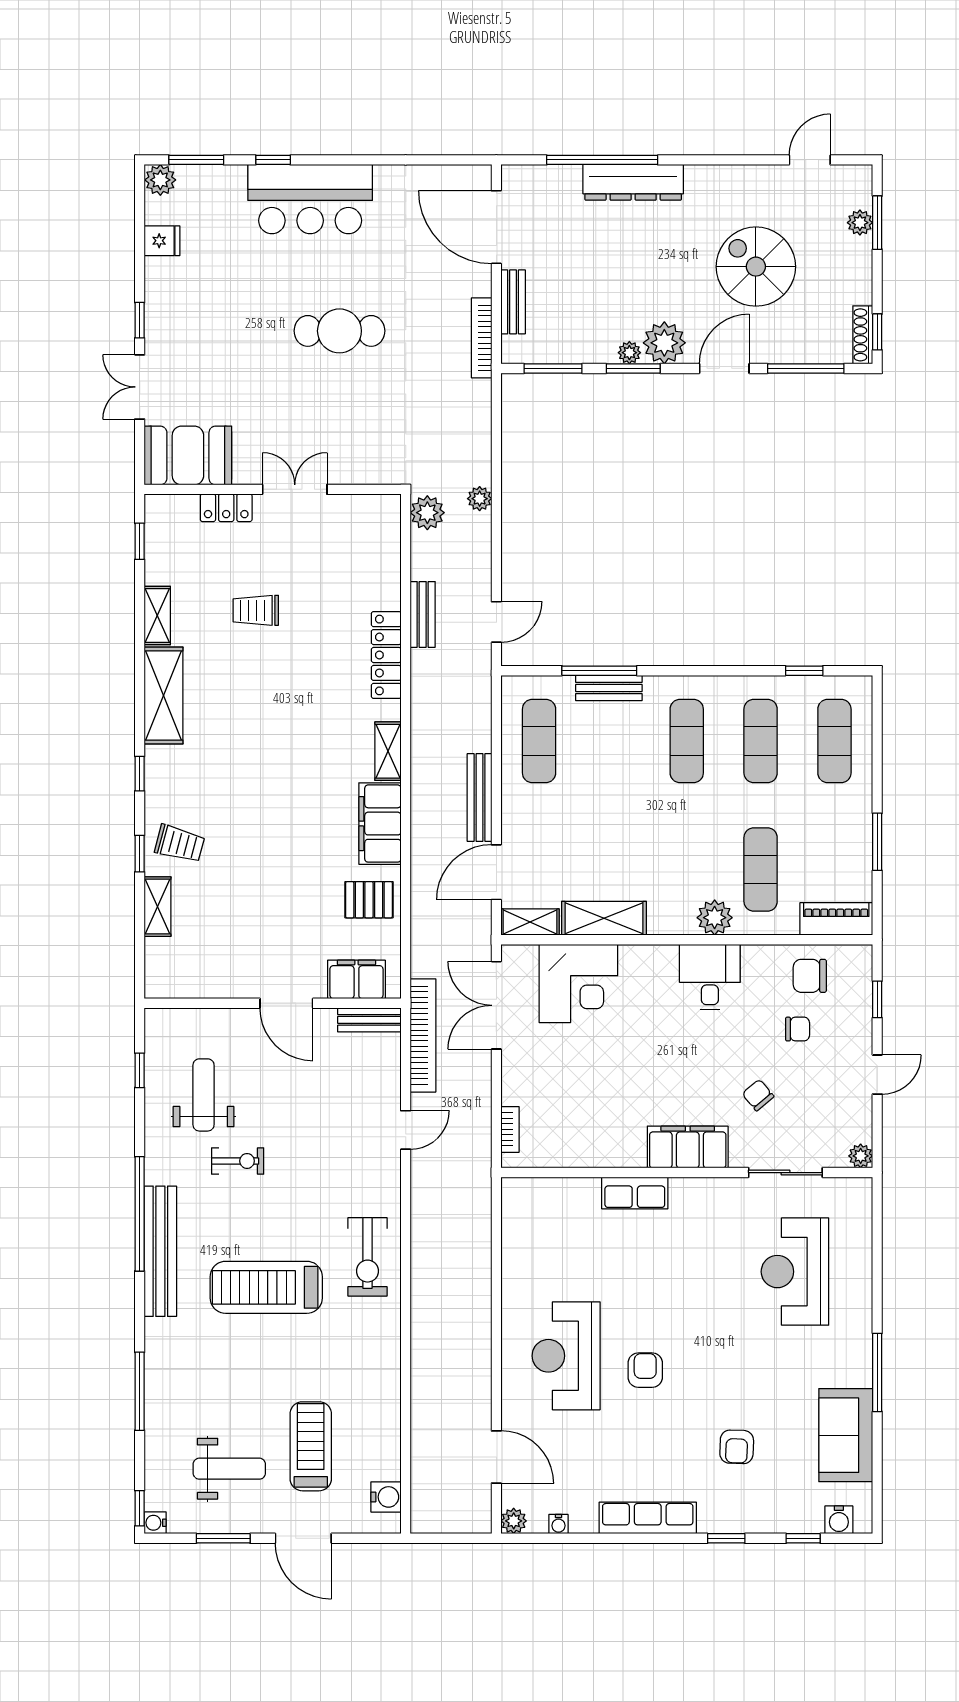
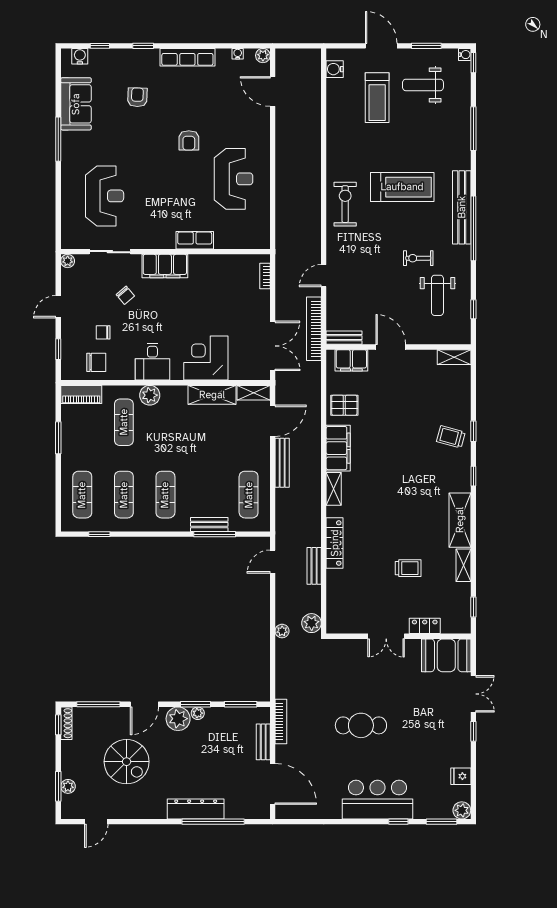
shelving: (158, 907) -> (454, 357), moved, turned 90
corner desk: (578, 984) -> (206, 358), moved
reception desk: (566, 1356) -> (234, 179), moved

